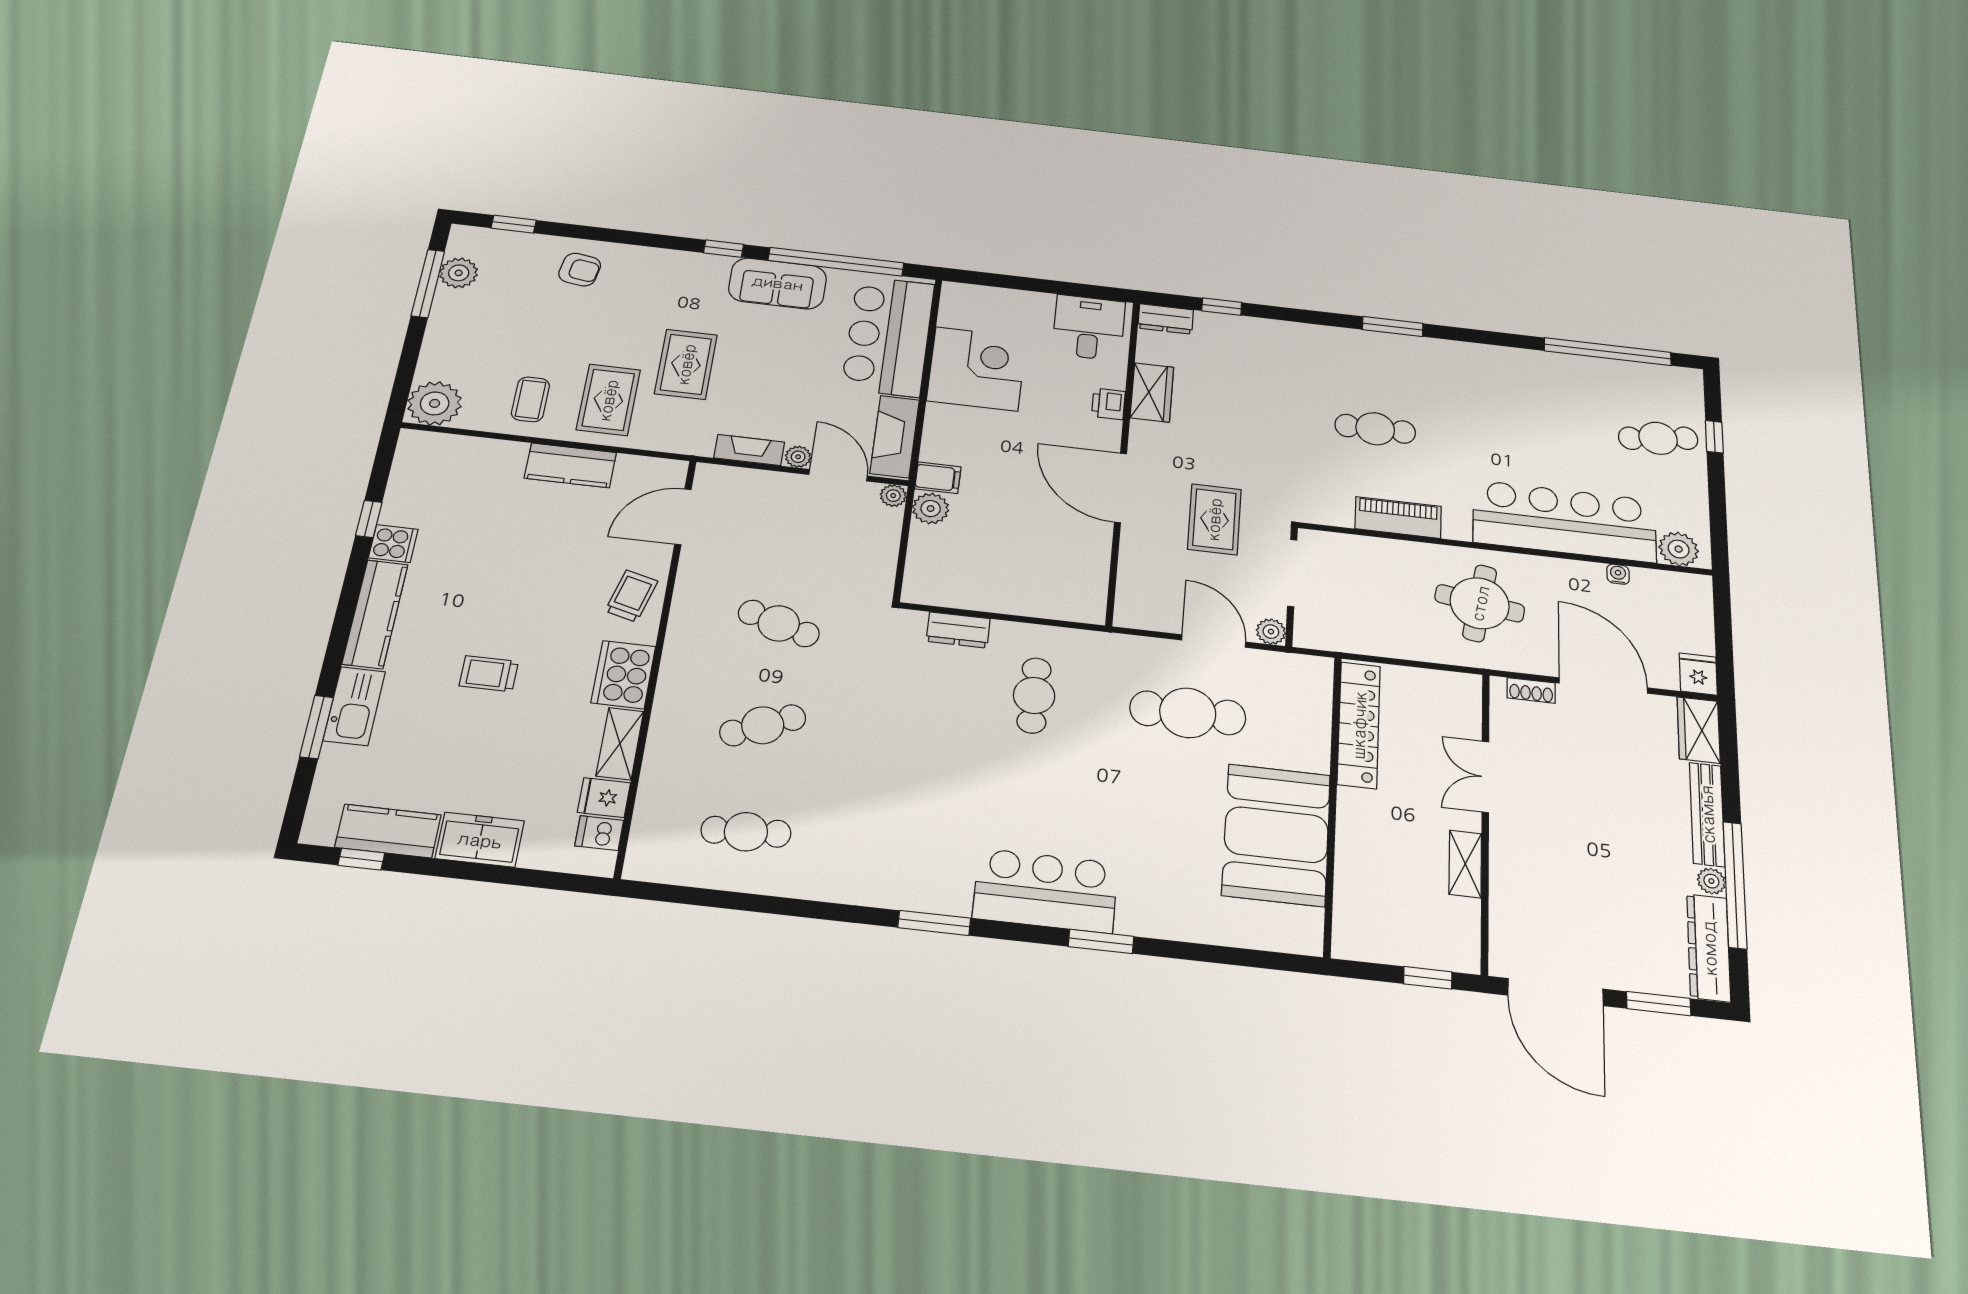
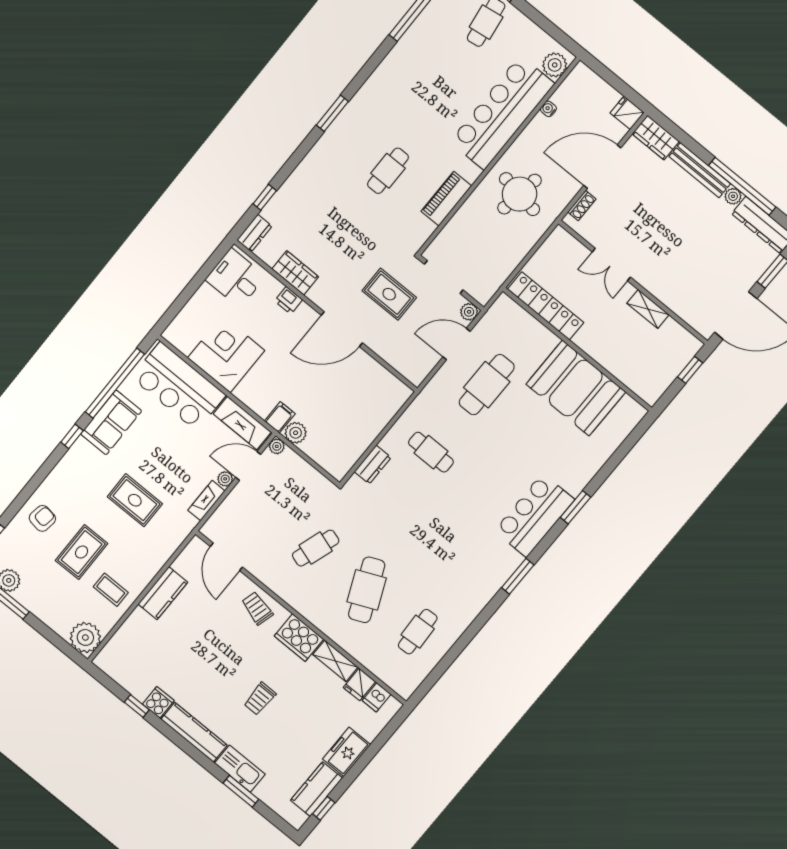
rug: (608, 400) -> (82, 552), moved, turned 90
cafe table: (763, 725) -> (367, 590), width x1.37, depth x1.35

